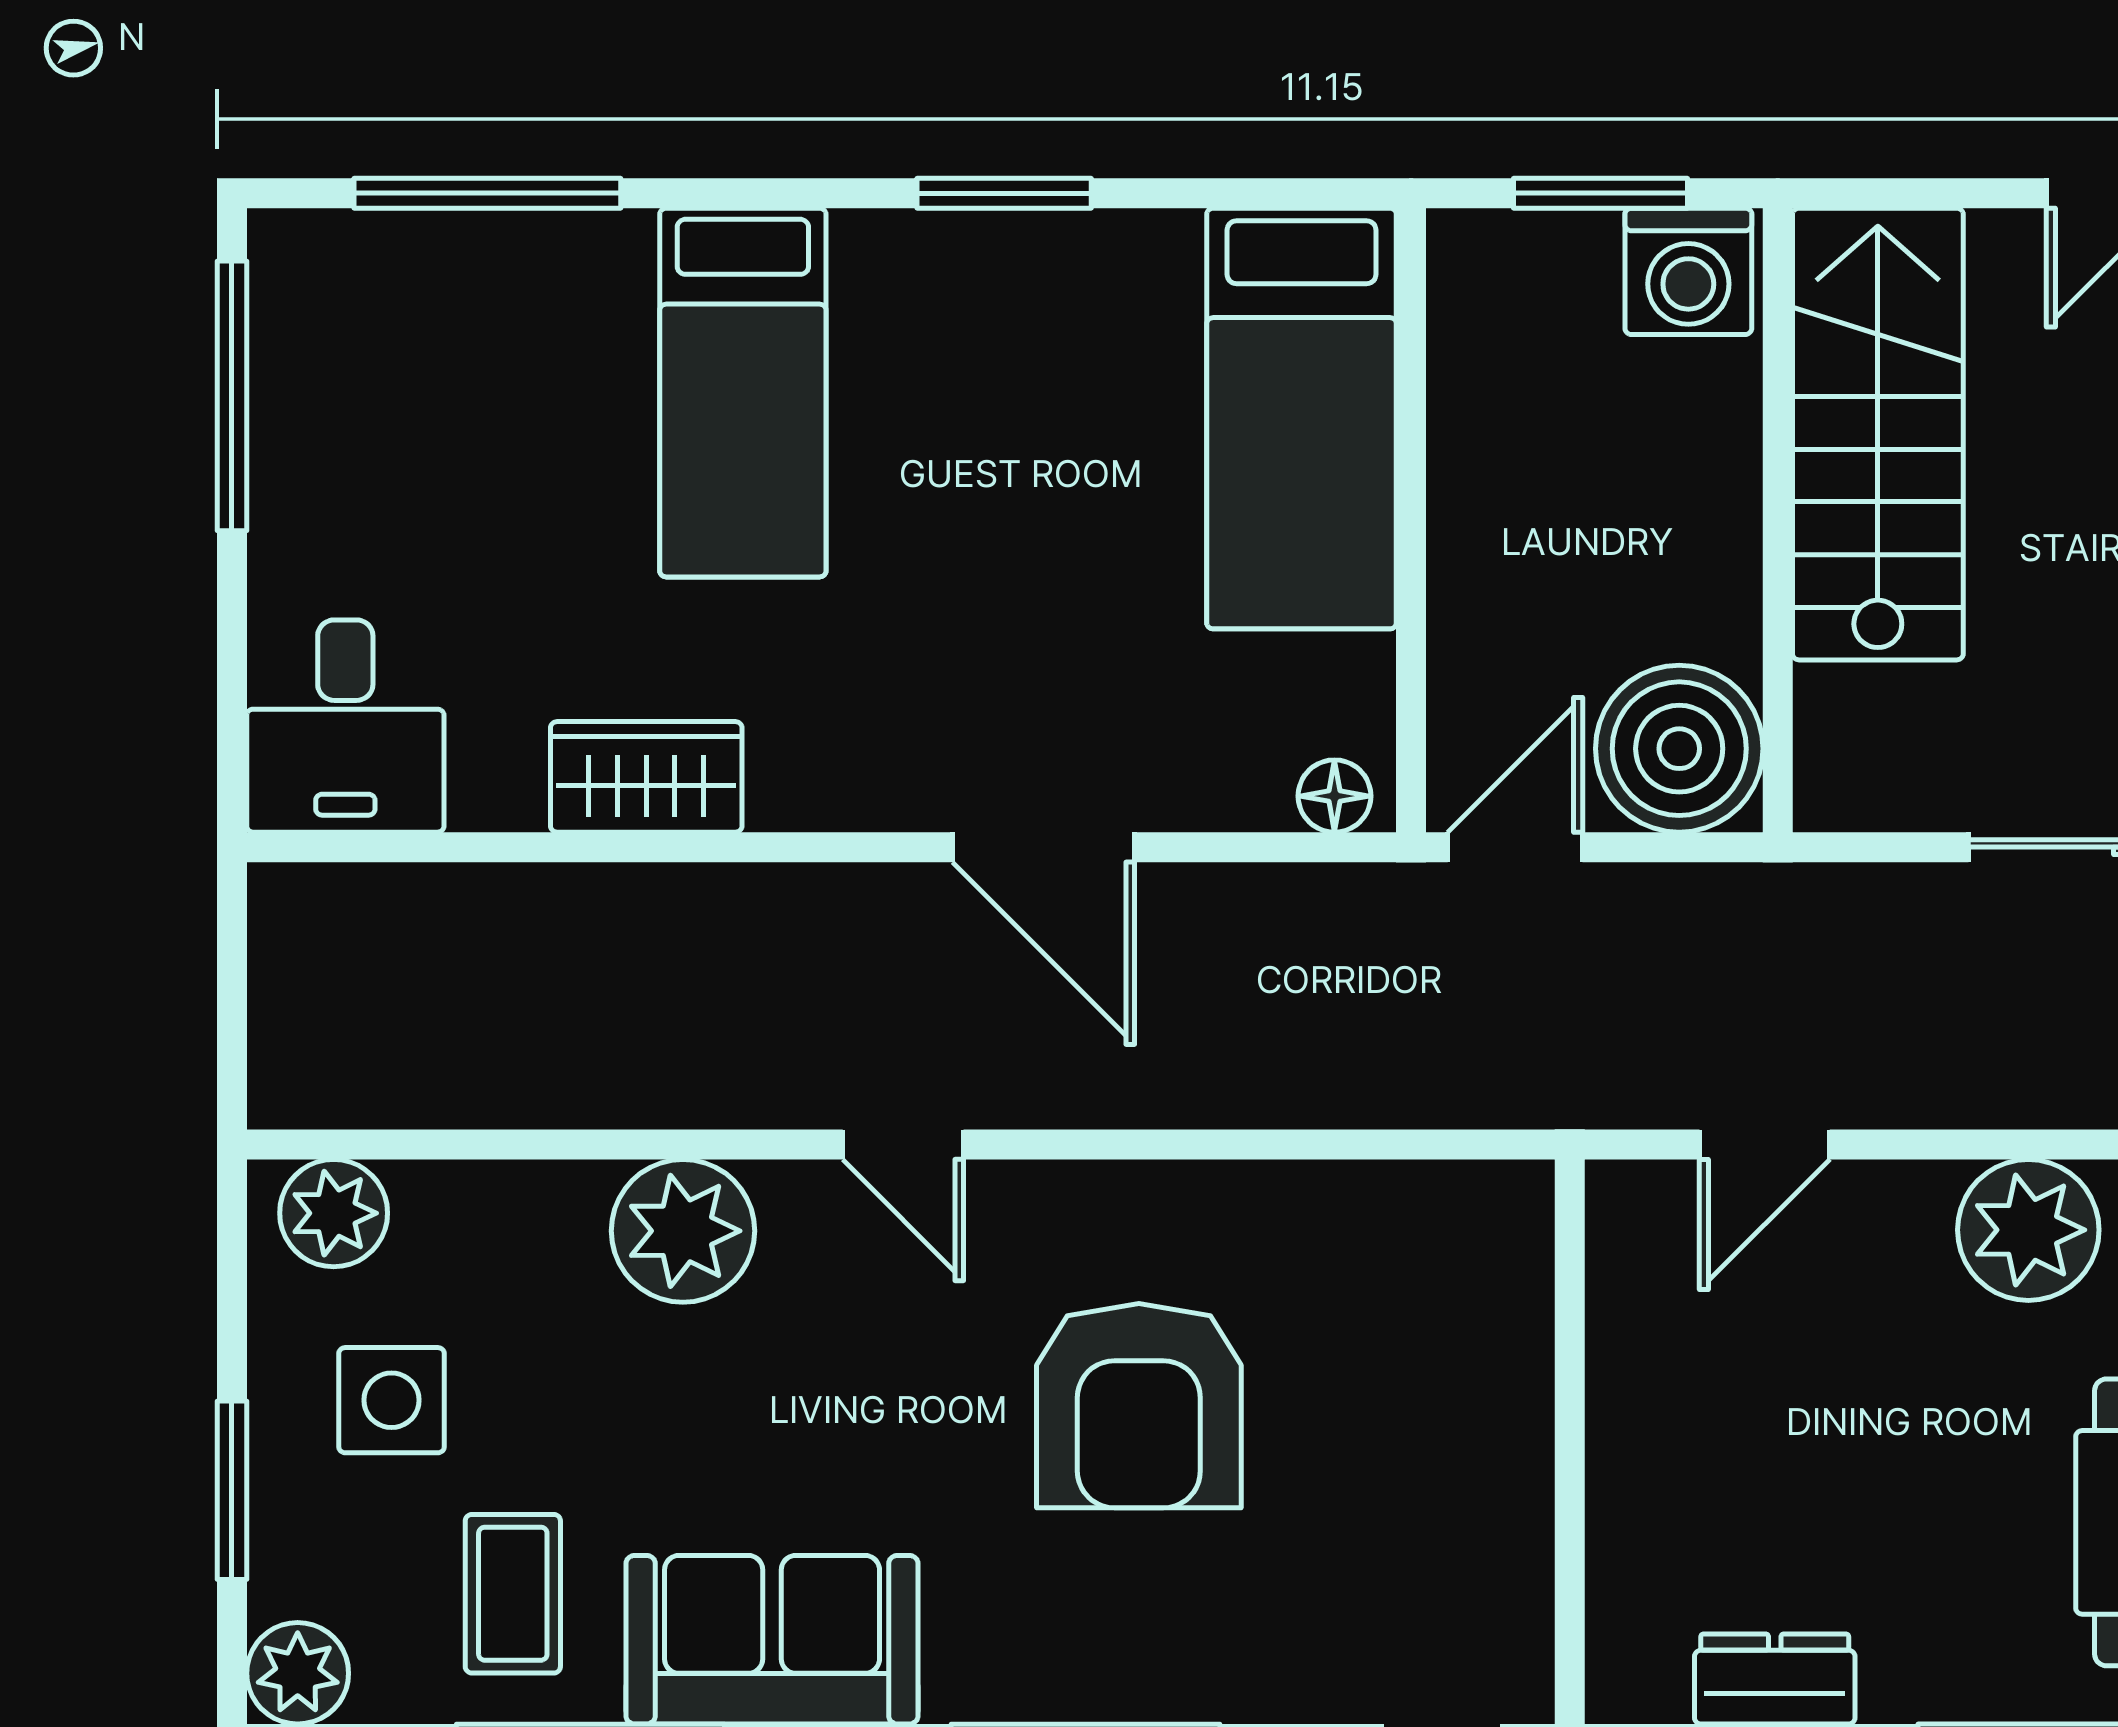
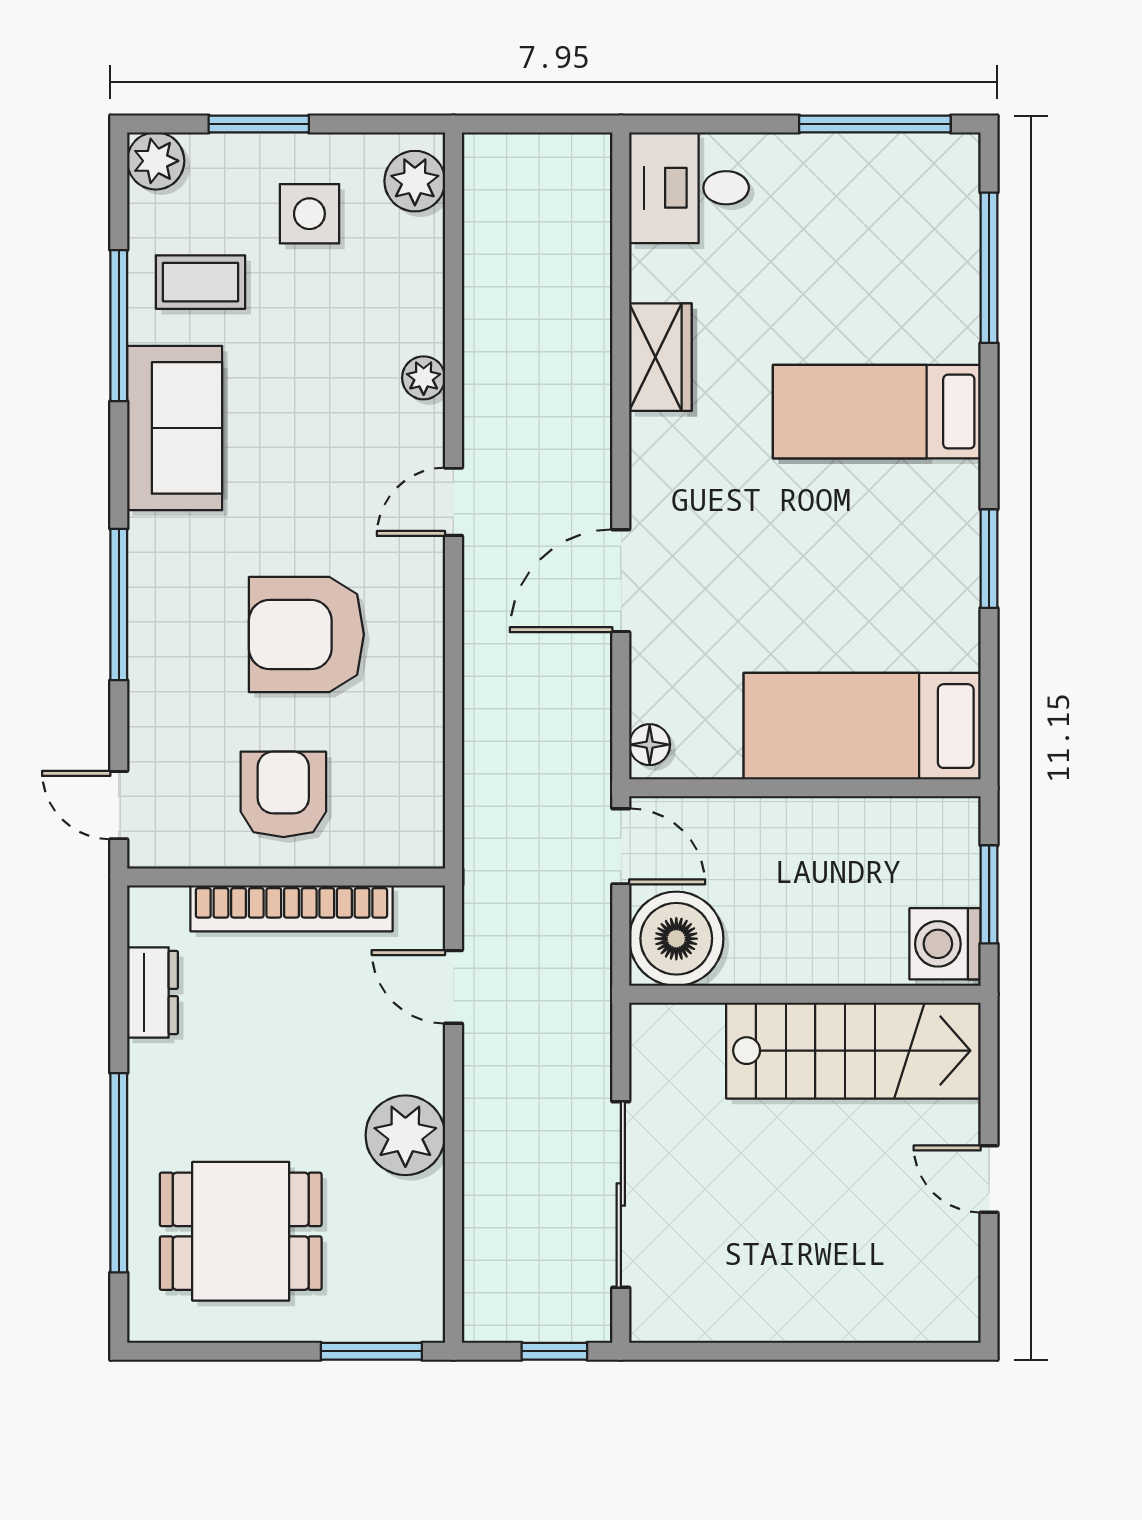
plant: (683, 1231) -> (424, 378), width x0.53, depth x0.53
bookcase: (1625, 1432) -> (291, 908), added
armchair: (1423, 1447) -> (283, 794), added

